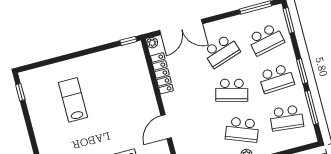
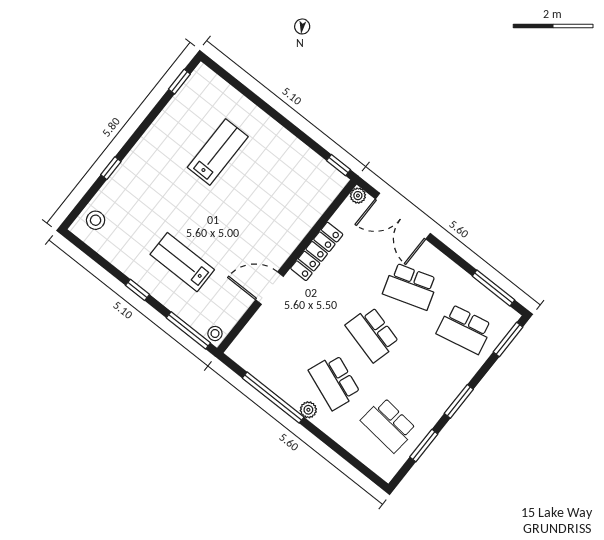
locker: (162, 73) -> (317, 251), moved
school desk: (276, 79) -> (427, 377), removed
window: (312, 107) -> (424, 446), width x0.69

